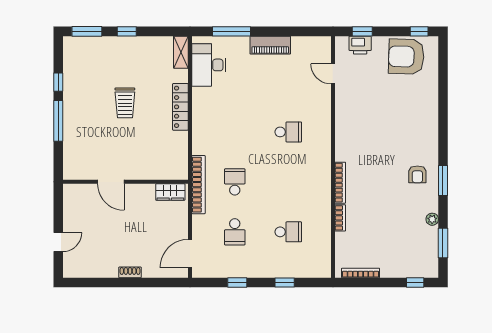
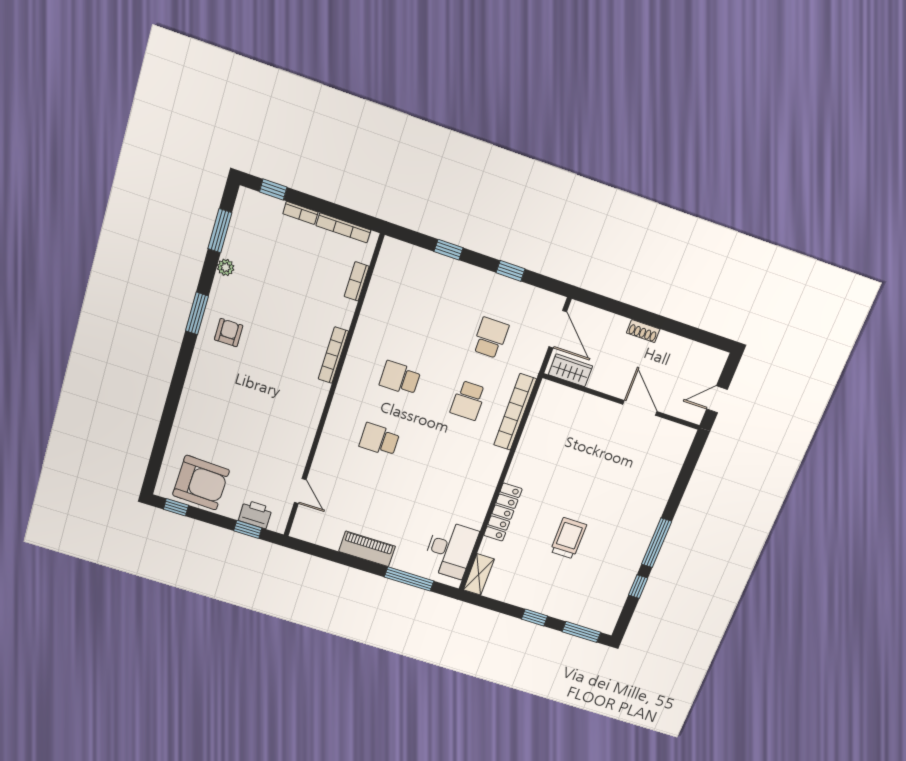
door: (111, 182) -> (640, 408), moved
wall: (126, 182) -> (622, 402), moved
wardrobe: (170, 192) -> (571, 370), moved
bookcase: (340, 218) -> (357, 281), moved
school desk: (288, 232) -> (400, 378), moved
door: (190, 253) -> (558, 329), hinge flipped
bookcase: (392, 273) -> (300, 213), added

